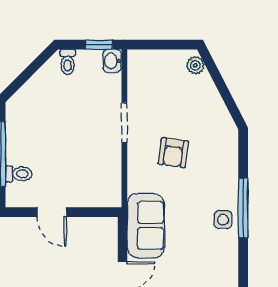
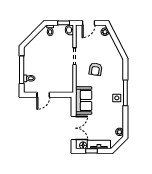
door: (157, 45) -> (89, 23), added
door: (52, 212) -> (43, 95), hinge flipped

